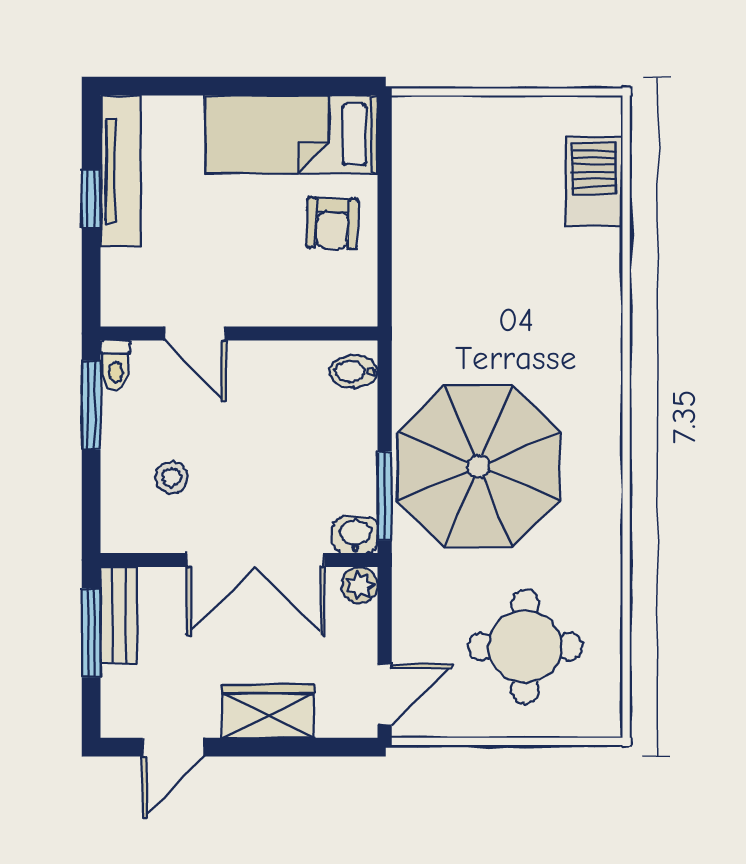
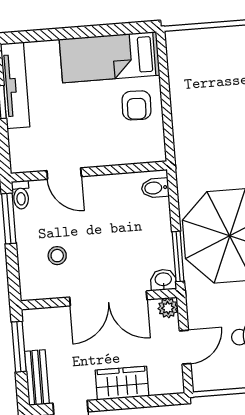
bench: (119, 615) -> (37, 378), moved
door: (385, 694) -> (185, 347), moved

